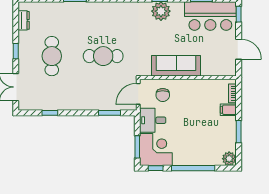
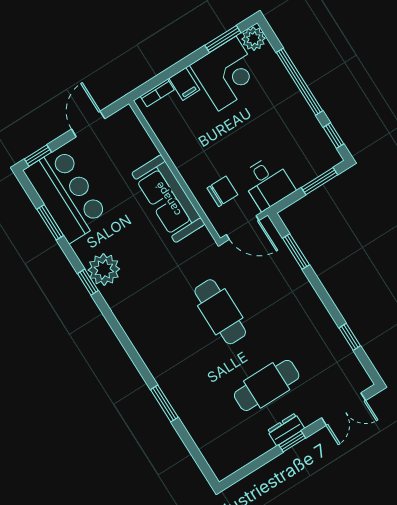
dresser: (24, 20) -> (286, 429), moved
window: (239, 132) -> (223, 39), moved
corner desk: (156, 149) -> (227, 74), moved, turned 180

